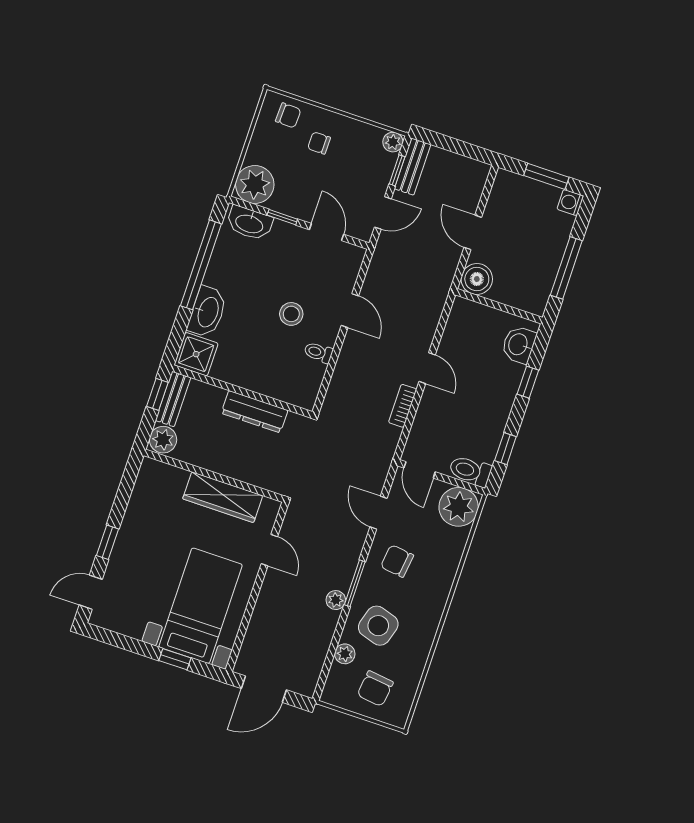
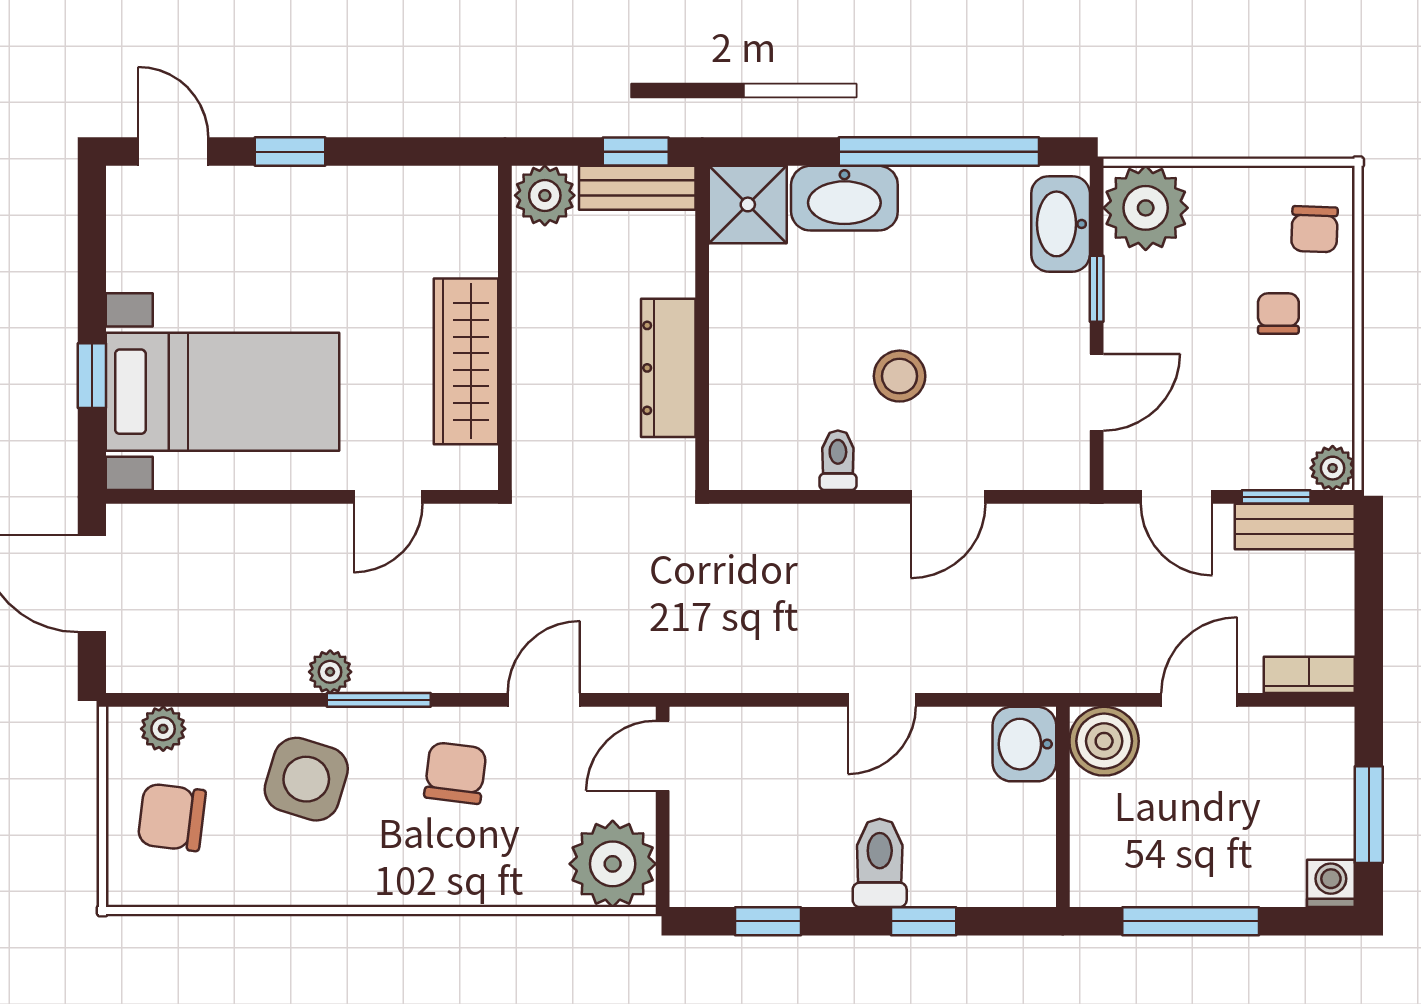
washbasin: (519, 345) -> (1024, 744), moved, turned -90
bookcase: (403, 406) -> (1309, 675), moved
toilet: (470, 471) -> (880, 863), moved
plant: (345, 654) -> (163, 729), moved

